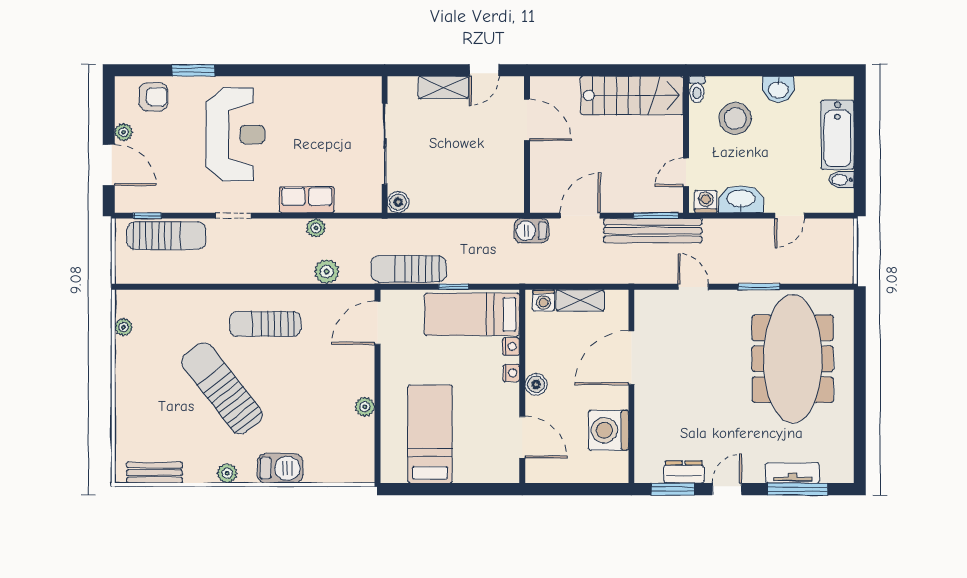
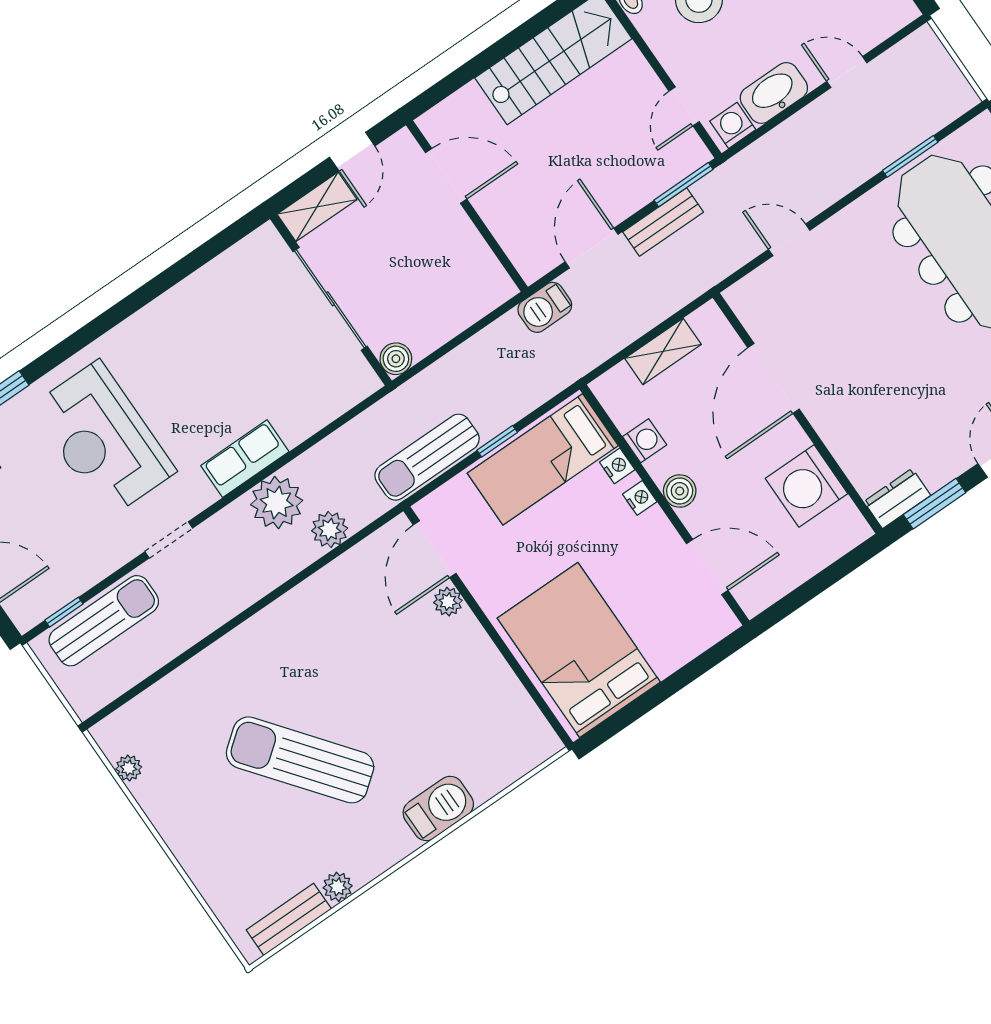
reception desk: (235, 134) -> (103, 439), turned 180
sliding door: (385, 144) -> (330, 299), moved
wall: (385, 144) -> (331, 300), moved
boiler: (398, 202) -> (396, 359), moved
door: (790, 216) -> (847, 72), swing flipped
plant: (316, 228) -> (277, 502), width x1.87, depth x1.87
bench: (653, 231) -> (663, 222), width x0.54, depth x0.82
window: (759, 287) -> (910, 156), moved
washing machine: (544, 300) -> (645, 441), moved, turned -90
sun lounger: (265, 324) -> (299, 645), removed
plant: (365, 407) -> (448, 602), moved
bed: (430, 434) -> (579, 650), width x1.50
dresser: (684, 472) -> (897, 499), moved
plant: (227, 473) -> (338, 887), moved

